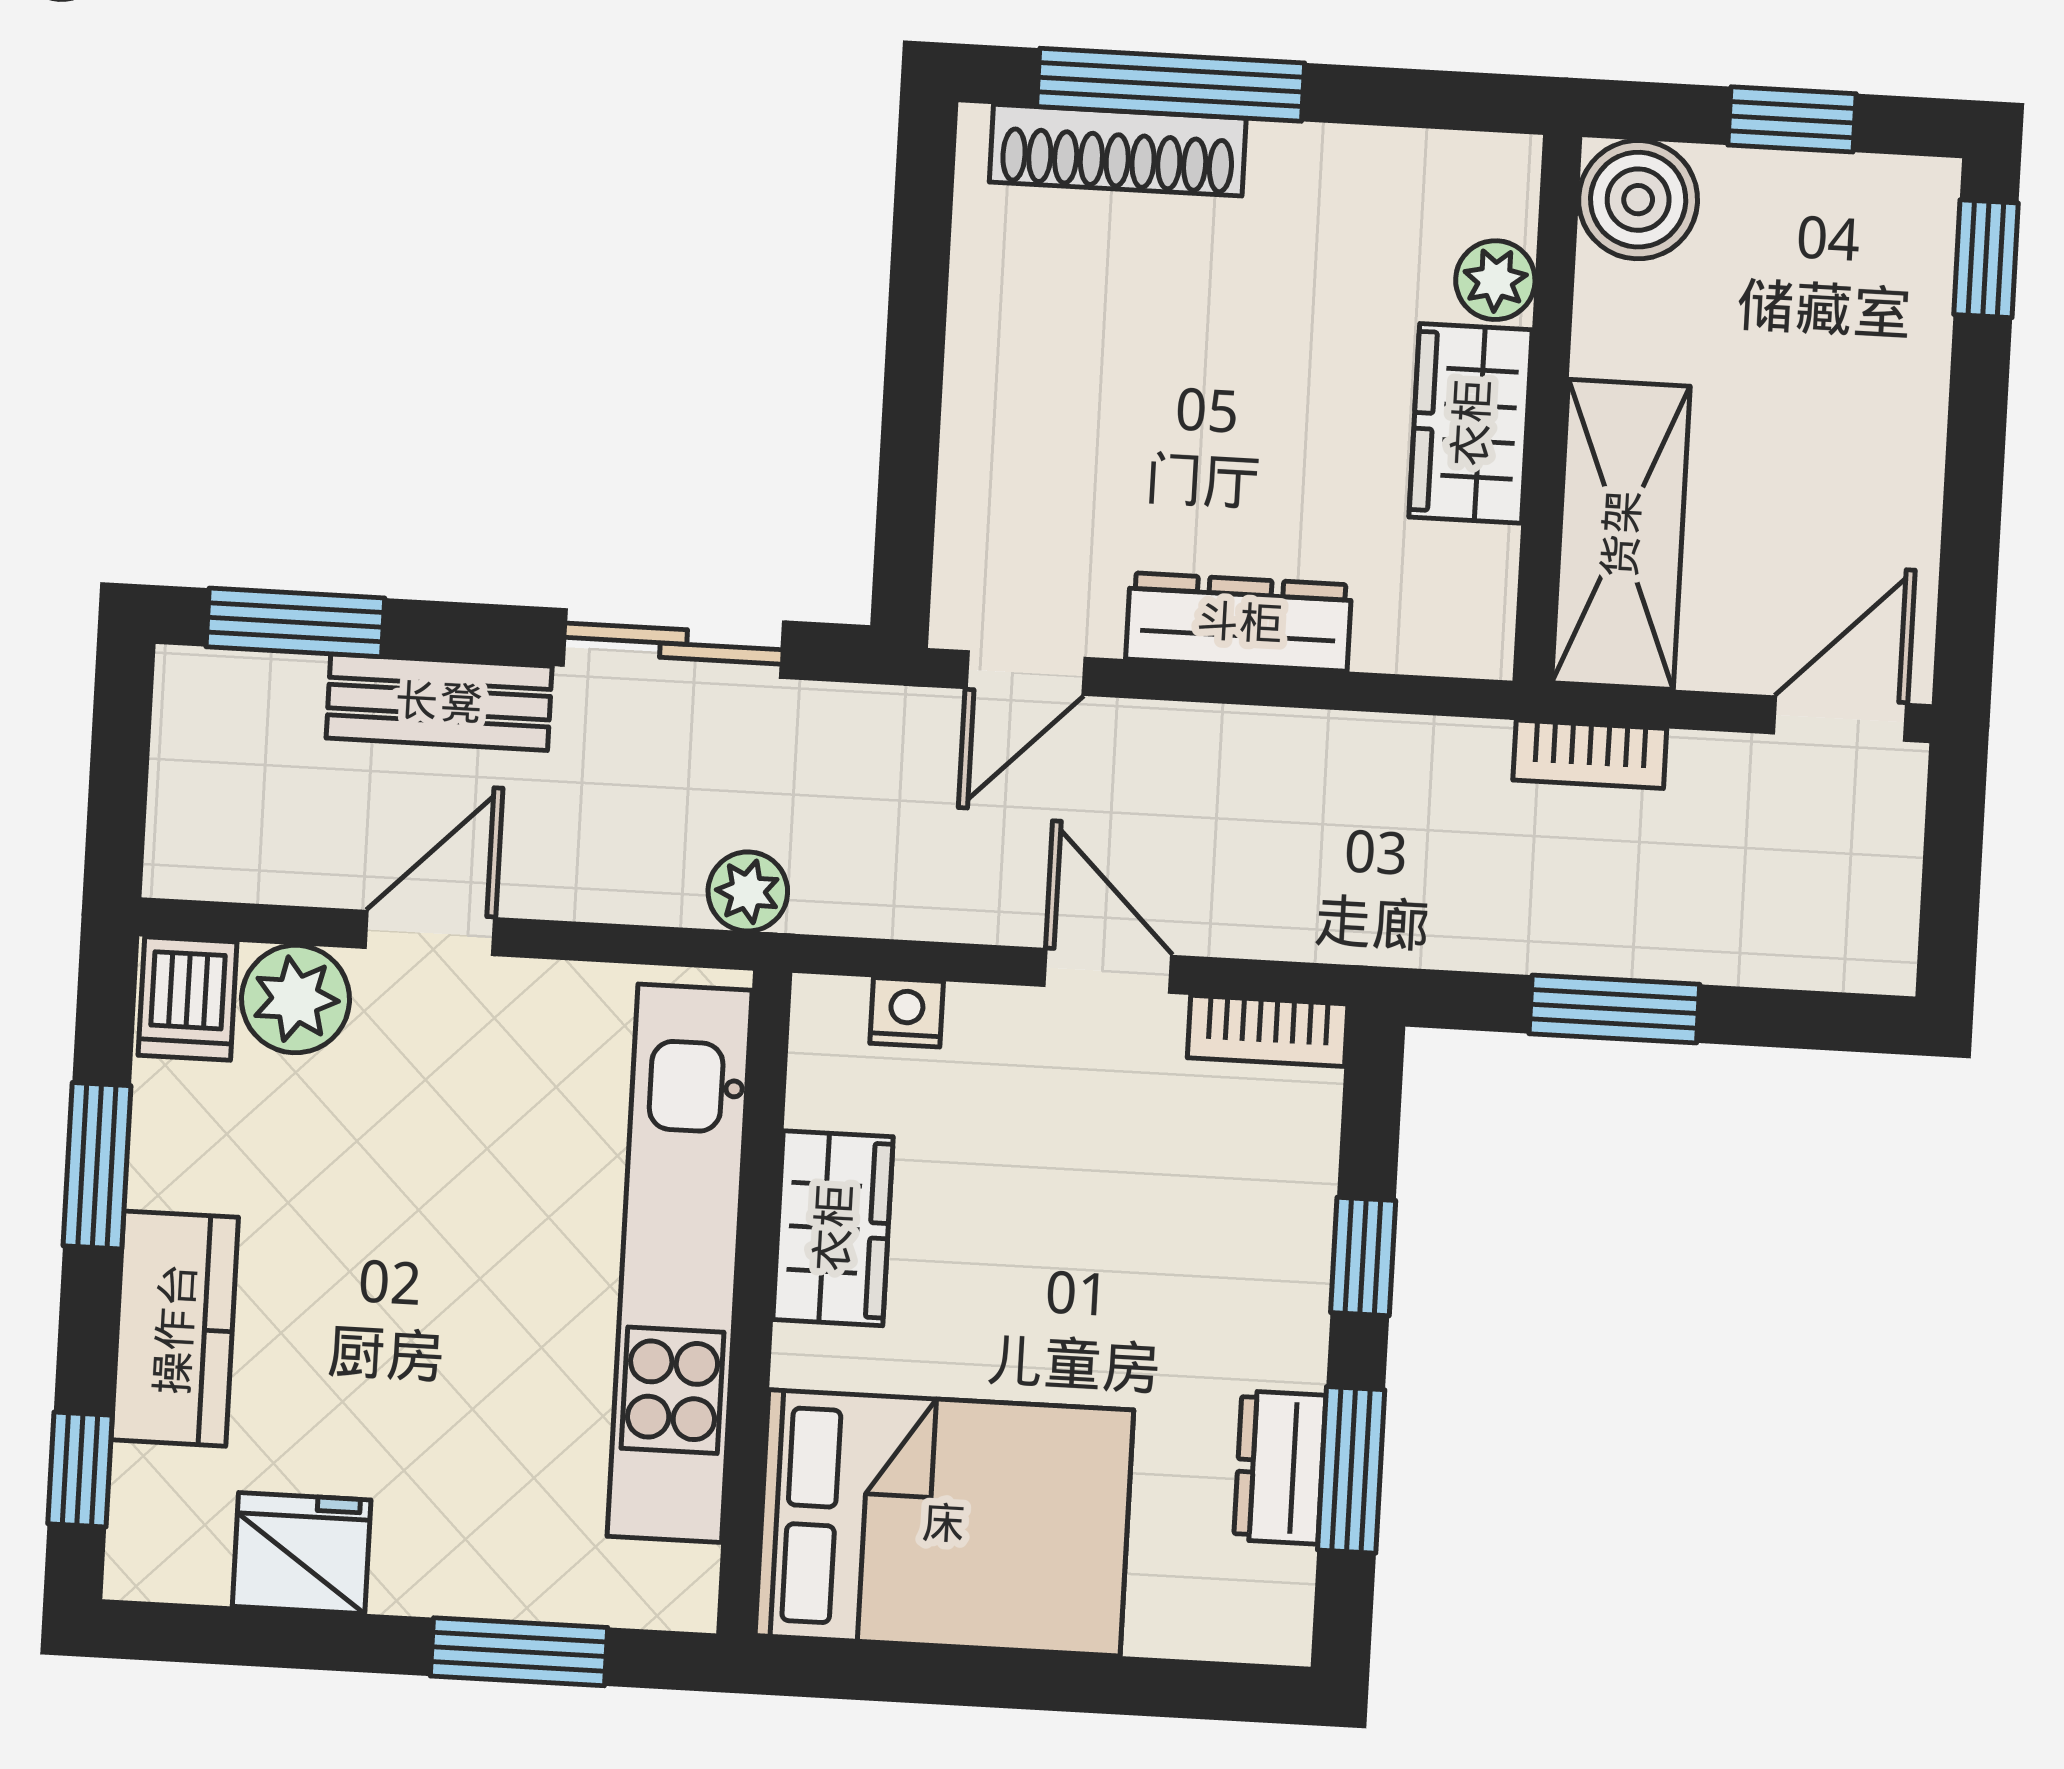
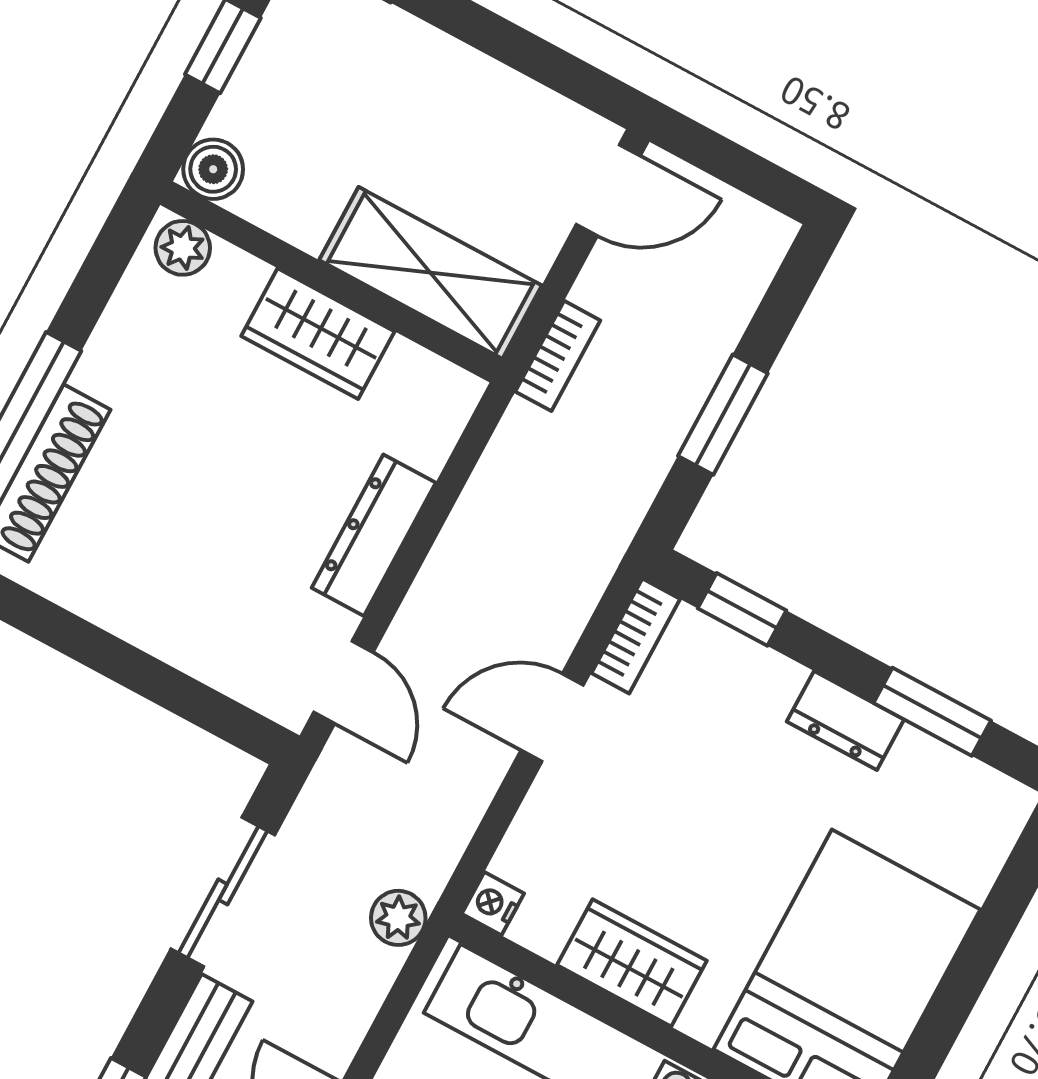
boiler: (1638, 200) -> (213, 169), width x0.73, depth x0.73
plant: (1495, 280) -> (183, 248), moved
door: (1840, 719) -> (608, 190), swing flipped
nightstand: (907, 1012) -> (493, 904), moved
window: (1363, 1256) -> (742, 609), moved
dresser: (1280, 1467) -> (845, 721), moved

